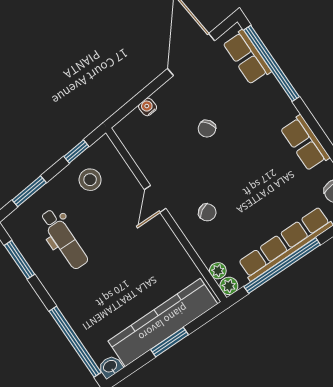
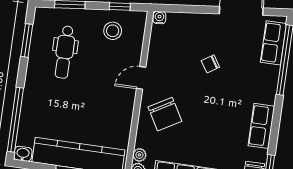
water cooler: (148, 107) -> (159, 18), moved
chair: (207, 212) -> (165, 114), width x1.87, depth x1.87

